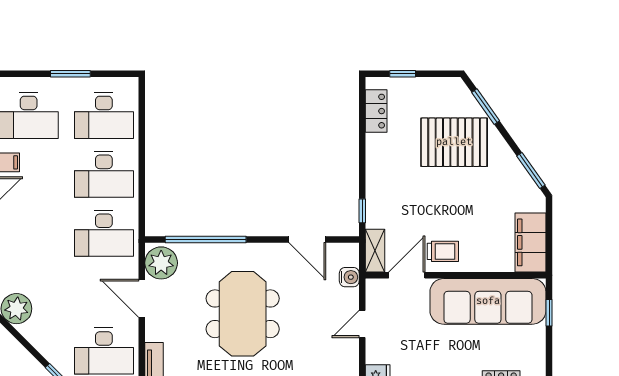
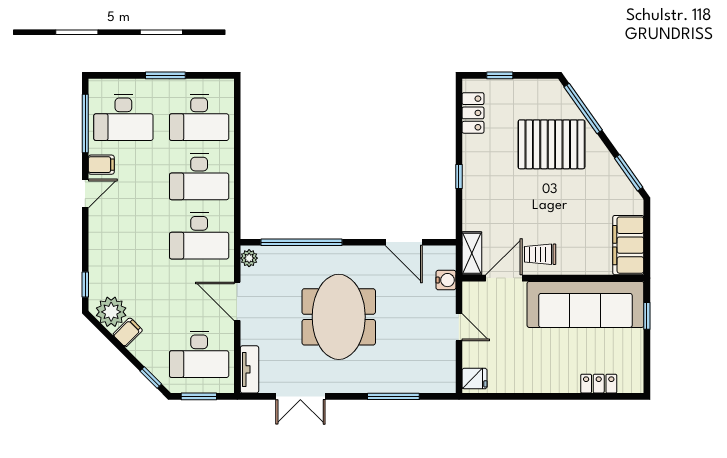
window: (486, 107) -> (583, 108), width x1.44
window: (362, 211) -> (459, 177), moved
trolley: (443, 251) -> (540, 254), turned 180
plant: (161, 263) -> (249, 258), width x0.53, depth x0.53
door: (362, 324) -> (459, 327), swing flipped
filing cabinet: (33, 329) -> (128, 332), added

